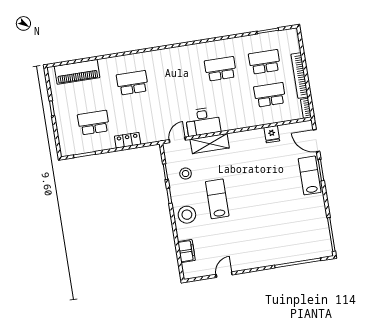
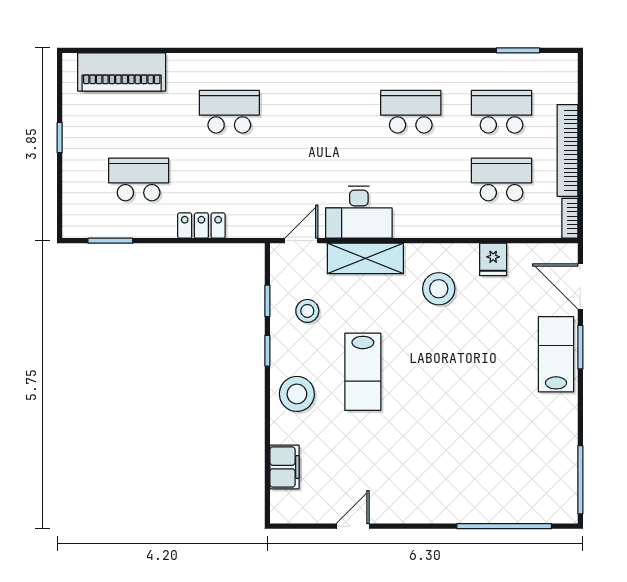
stool: (248, 153) -> (439, 289), added
lab bench: (217, 199) -> (363, 372), turned 180

